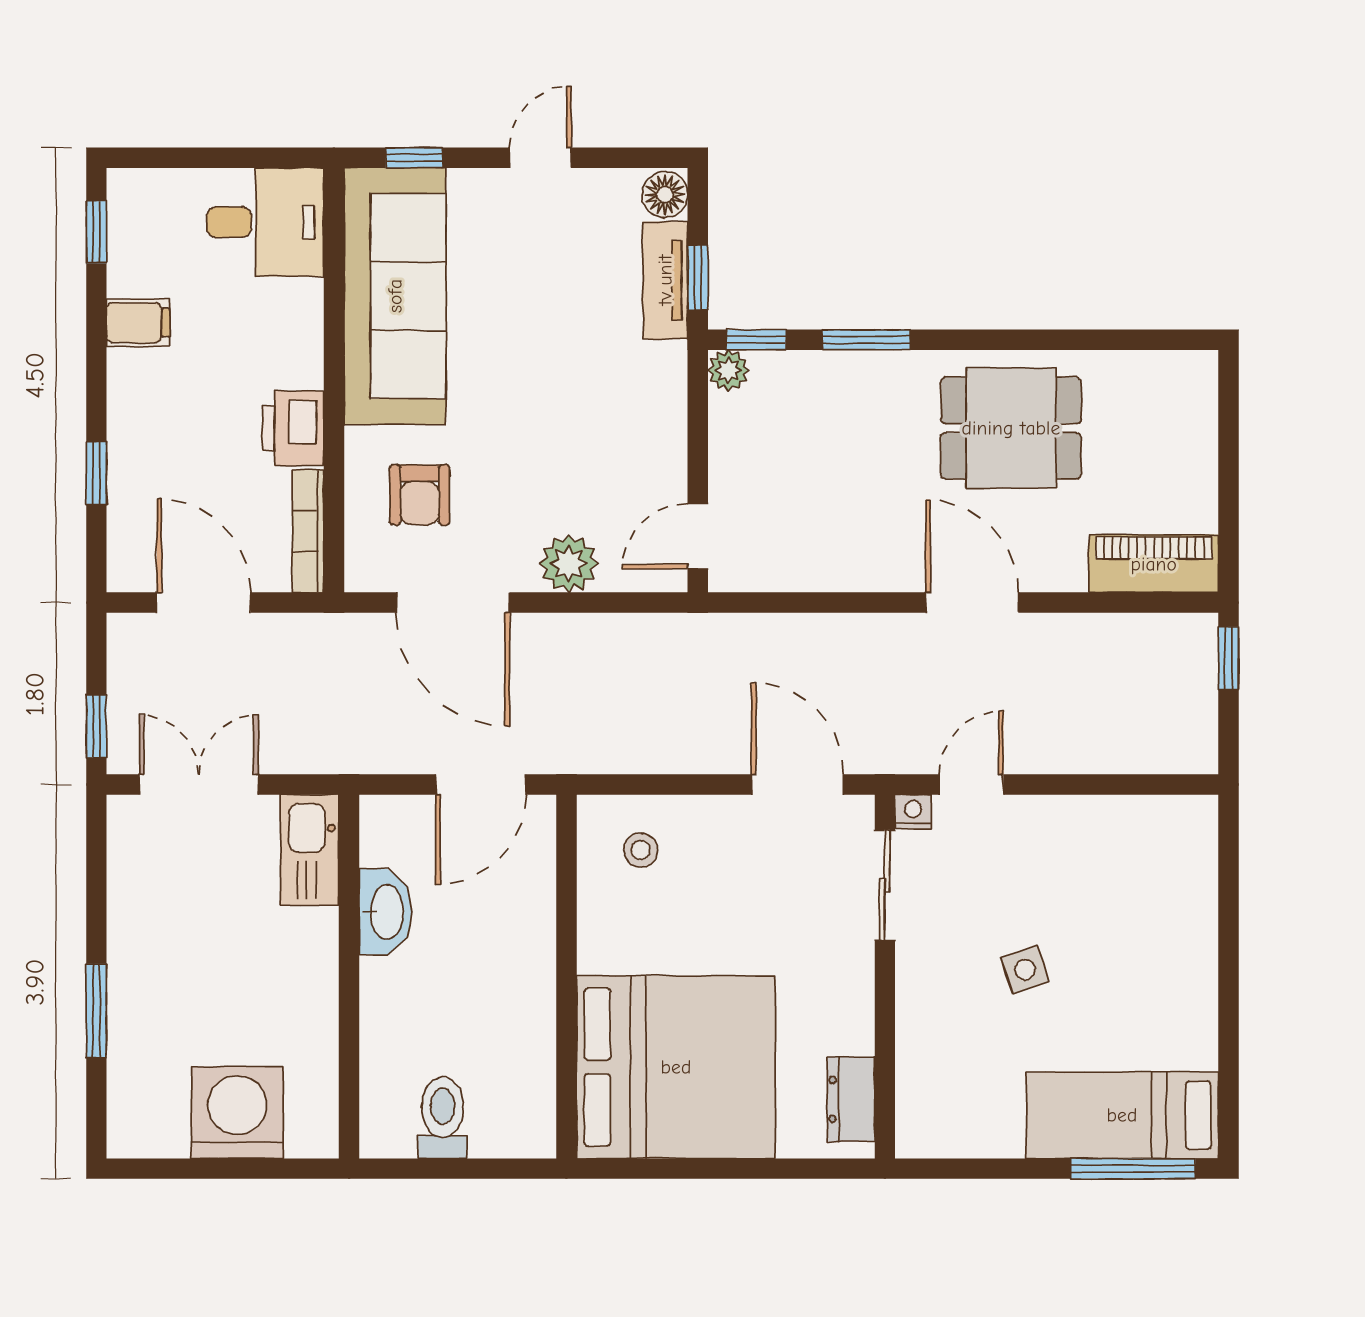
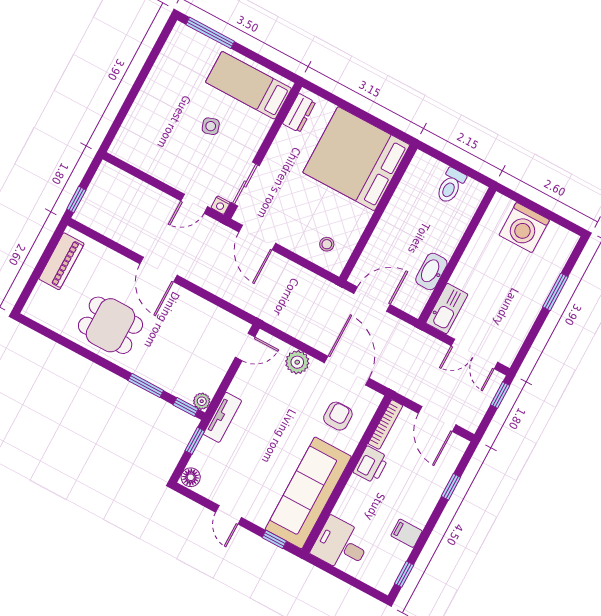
door: (540, 158) -> (229, 515), hinge flipped
tv unit: (665, 280) -> (222, 417), moved
piano: (1154, 564) -> (61, 261), moved, turned -90
bed: (1122, 1115) -> (248, 85), moved, turned 180

